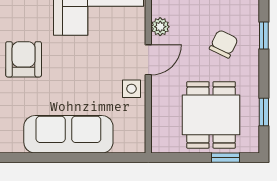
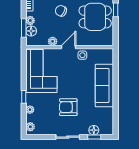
door: (148, 60) -> (69, 47), hinge flipped

